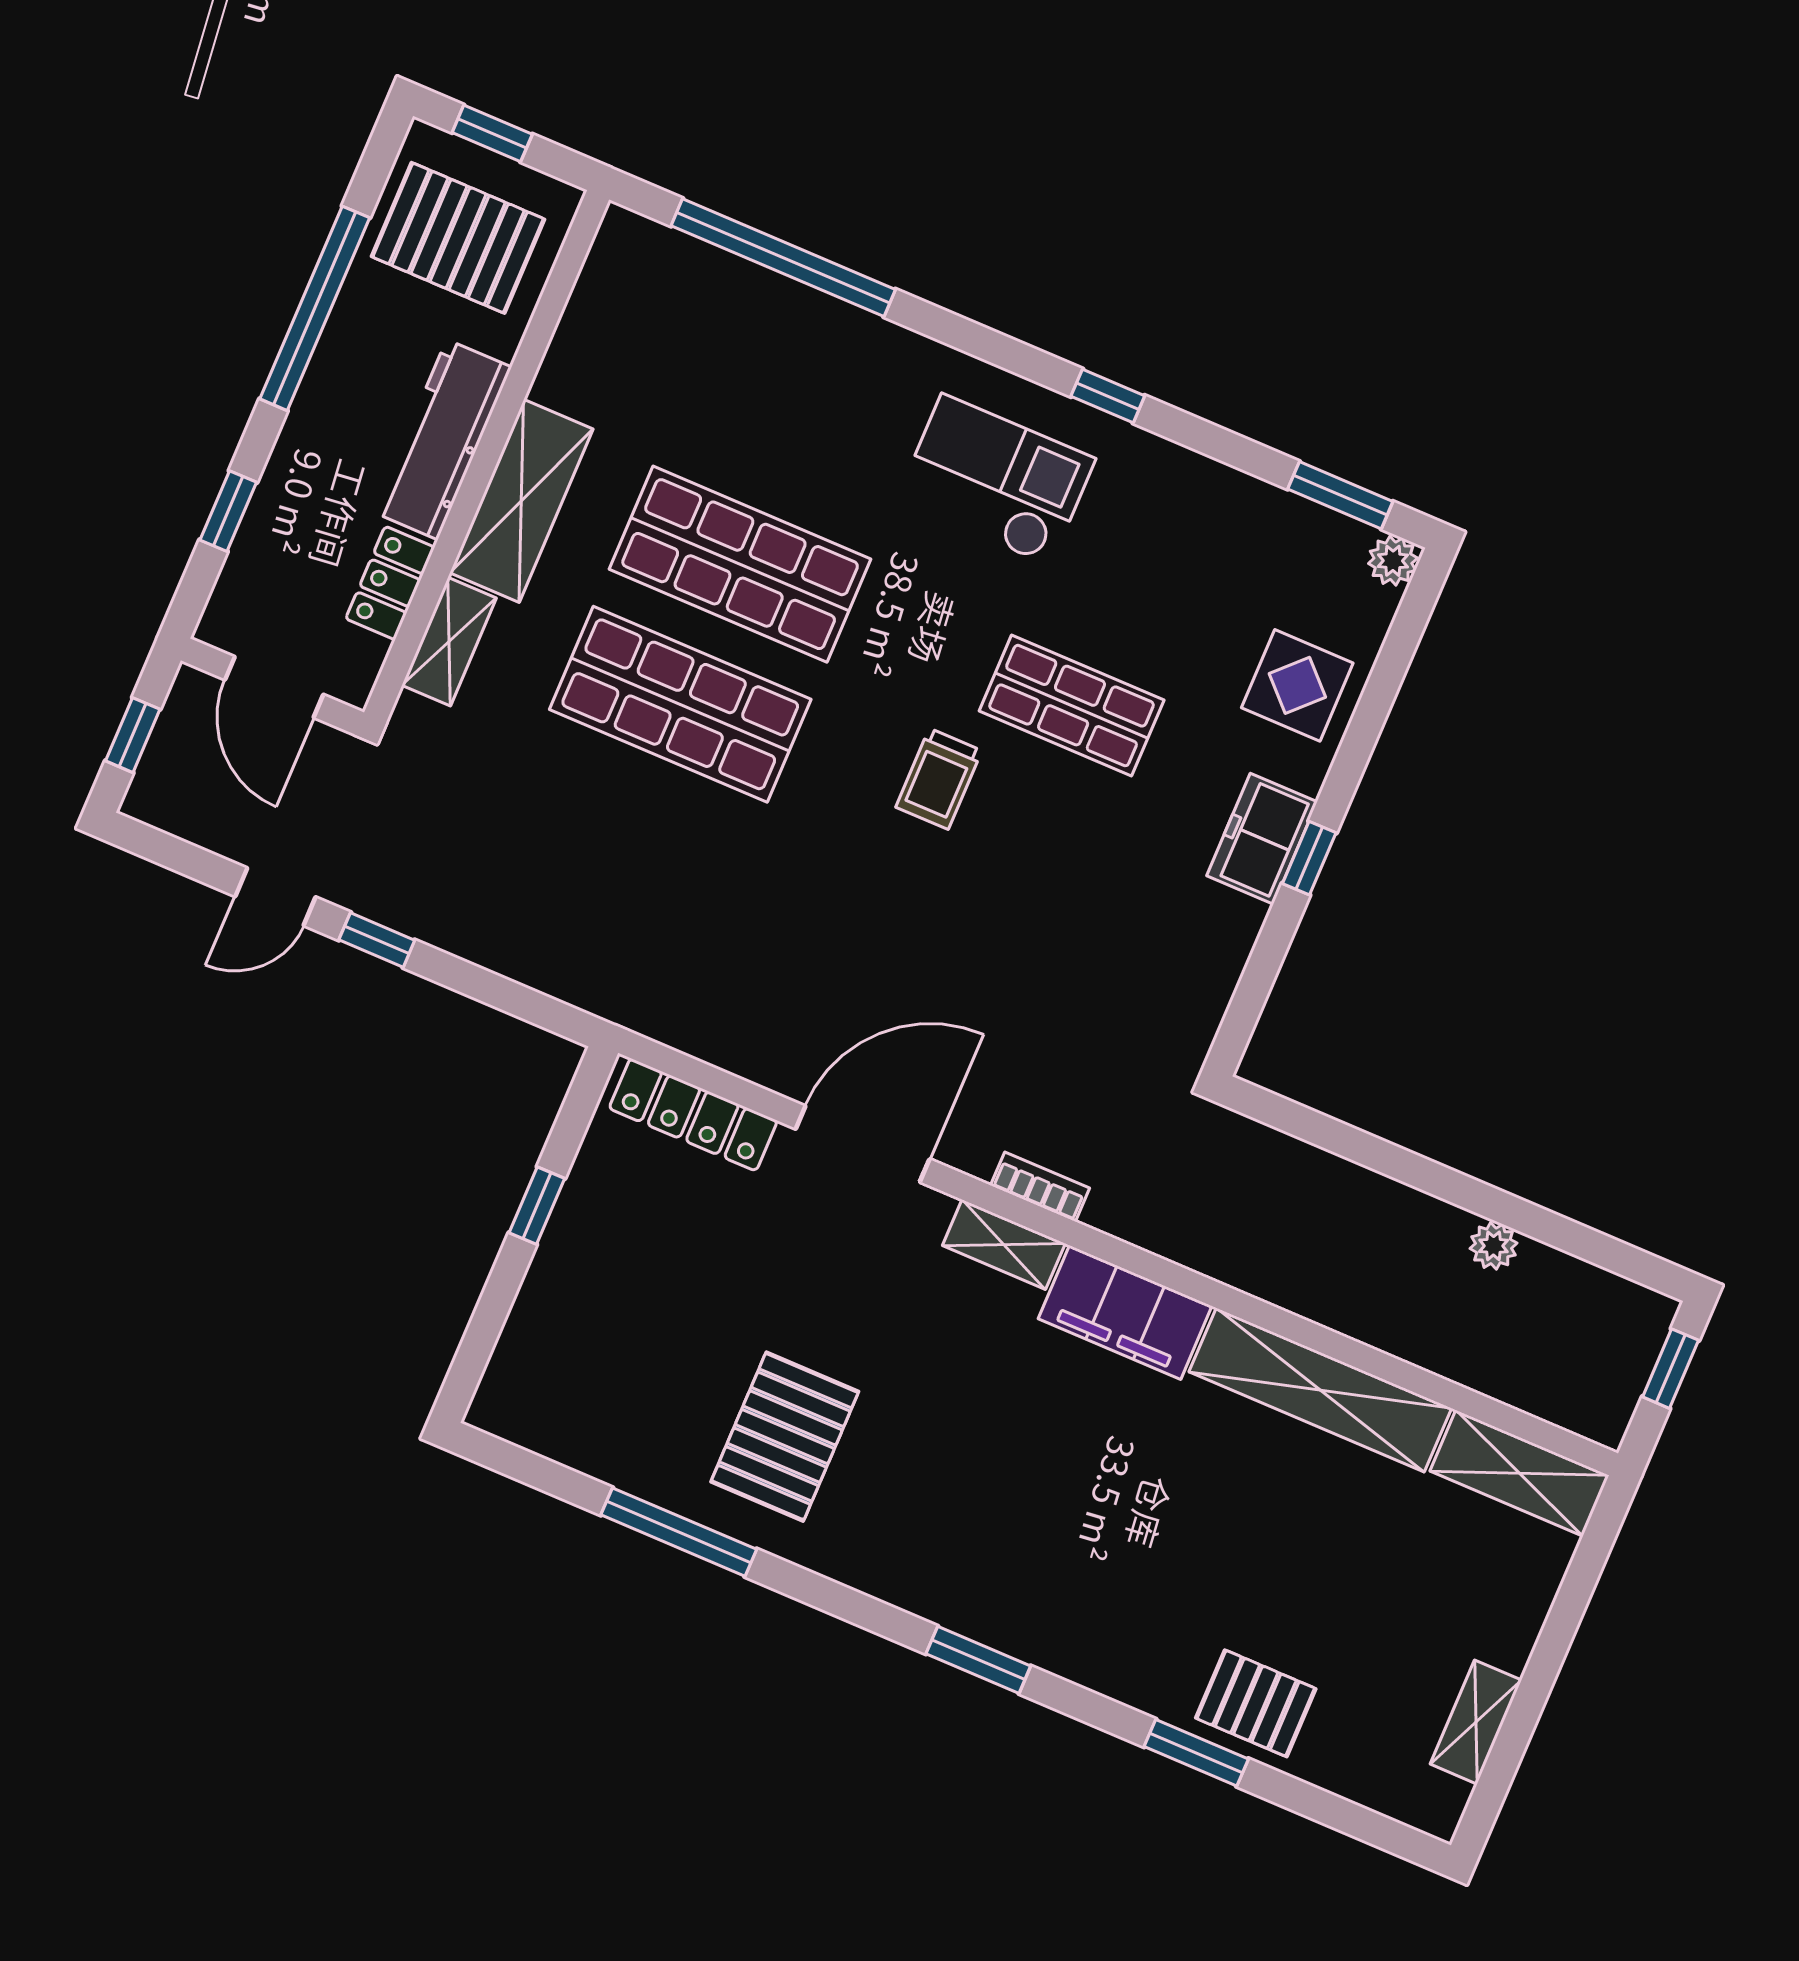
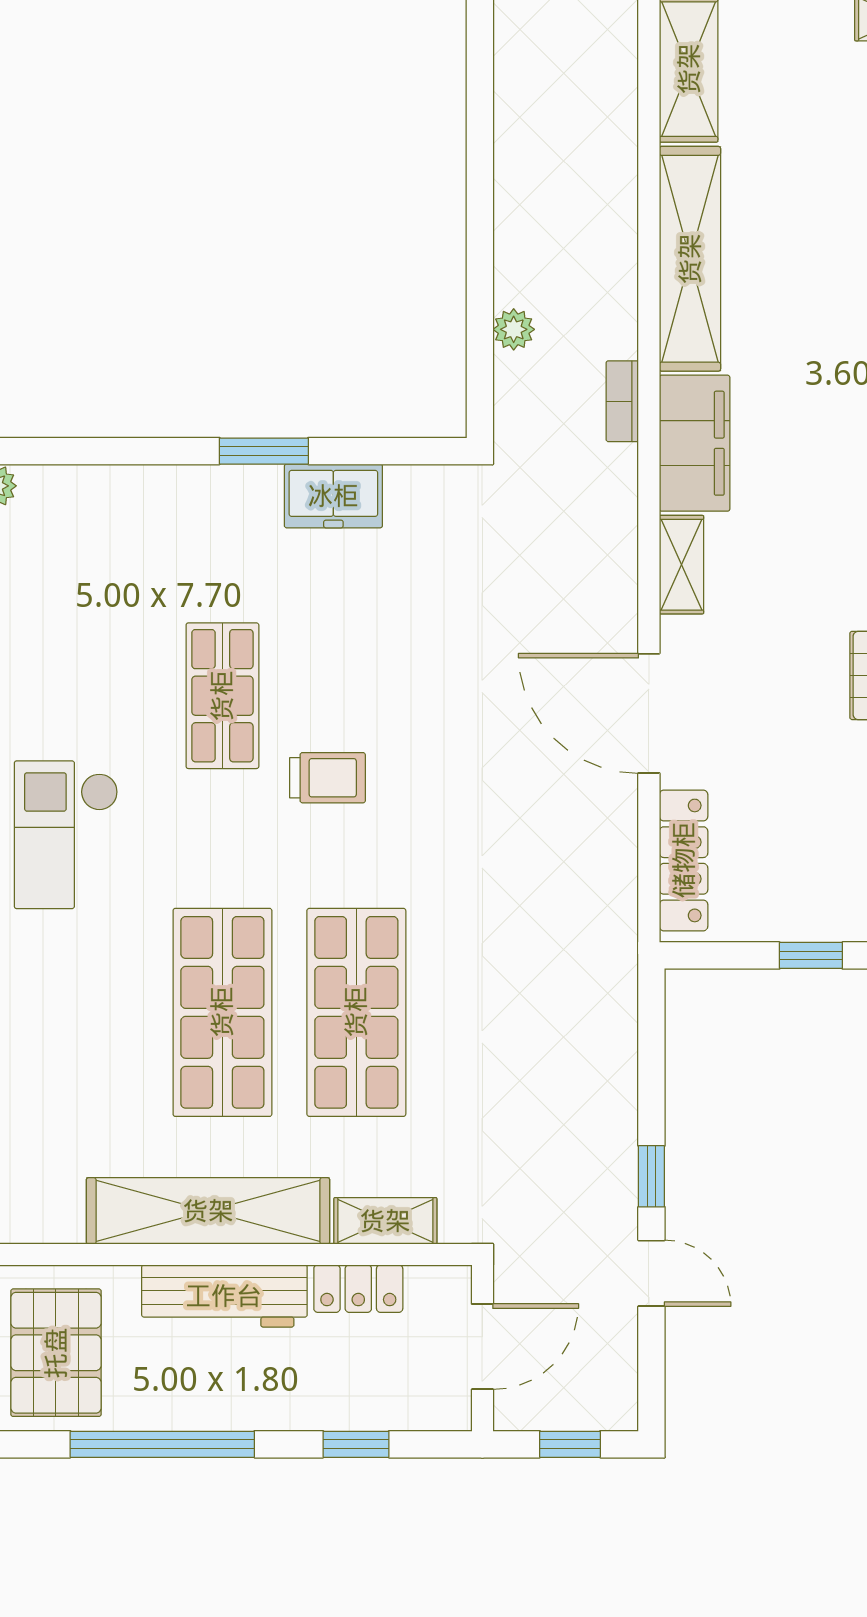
shelving: (521, 501) -> (208, 1211), width x1.47
display table: (1297, 685) -> (128, 520), removed
freezer: (1262, 839) -> (333, 496), moved
window: (1309, 858) -> (264, 451), width x1.50
bookcase: (1040, 1187) -> (622, 401), moved
plant: (1493, 1246) -> (514, 329), moved

